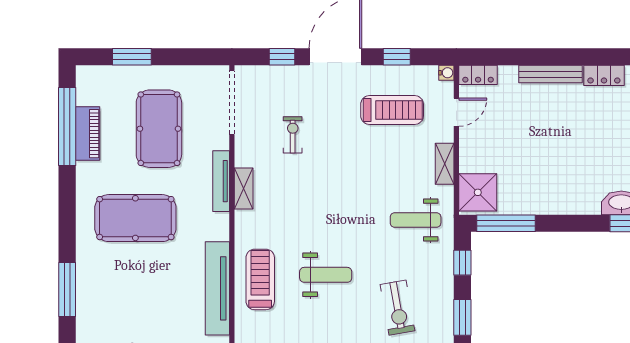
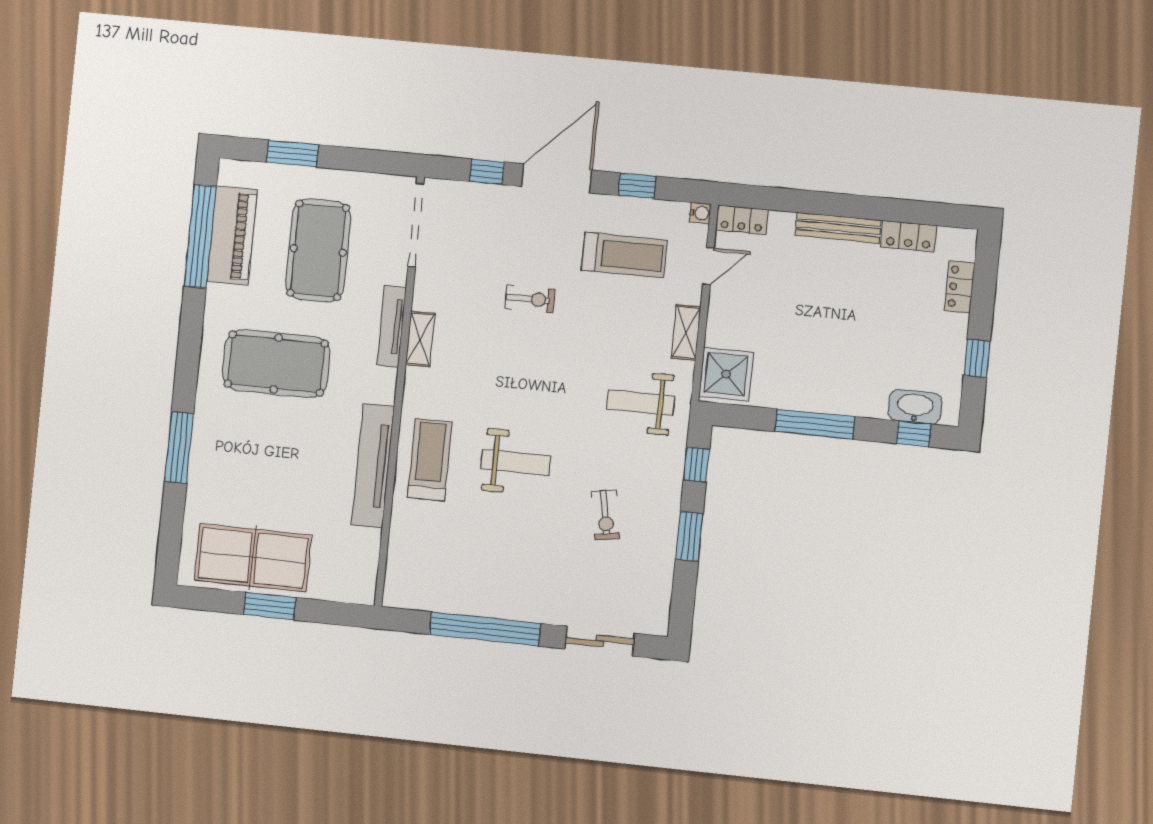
piano: (88, 134) -> (232, 236), width x1.37, depth x1.33
exercise bike: (293, 135) -> (530, 299), moved, turned 90
window: (506, 223) -> (815, 424), moved
exercise bike: (398, 308) -> (605, 515), width x0.73, depth x0.72

